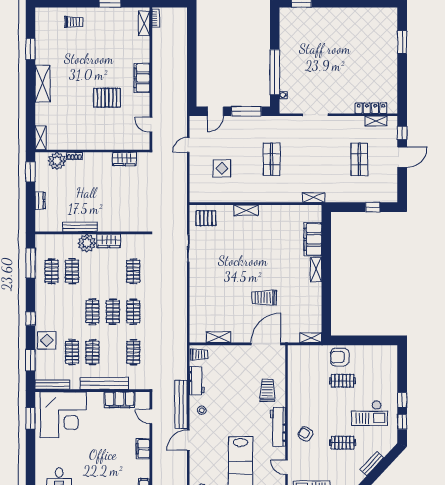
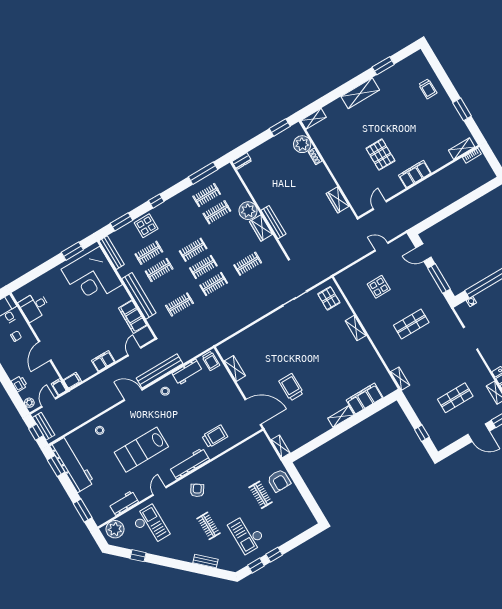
dresser: (40, 200) -> (242, 161), moved
bench: (80, 227) -> (273, 222), moved
armchair: (340, 357) -> (279, 481), turned 180

